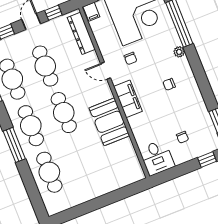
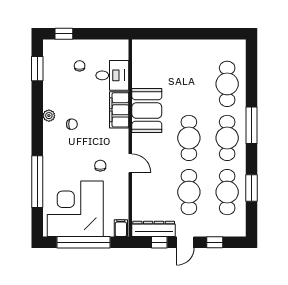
dresser: (81, 33) -> (154, 229), moved, turned -90
plant: (179, 52) -> (49, 116), moved
filing cabinet: (128, 99) -> (119, 110), moved
desk: (157, 158) -> (112, 75), moved, turned 90

